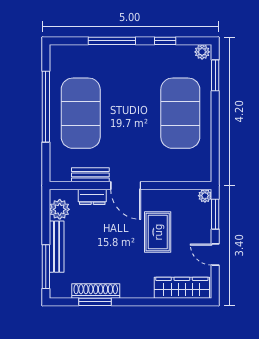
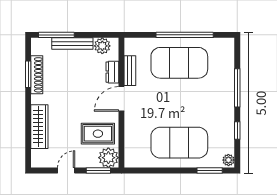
plant: (205, 196) -> (108, 158), width x1.88, depth x1.88
rug: (158, 232) -> (98, 134), moved
wardrobe: (182, 288) -> (39, 127), moved

